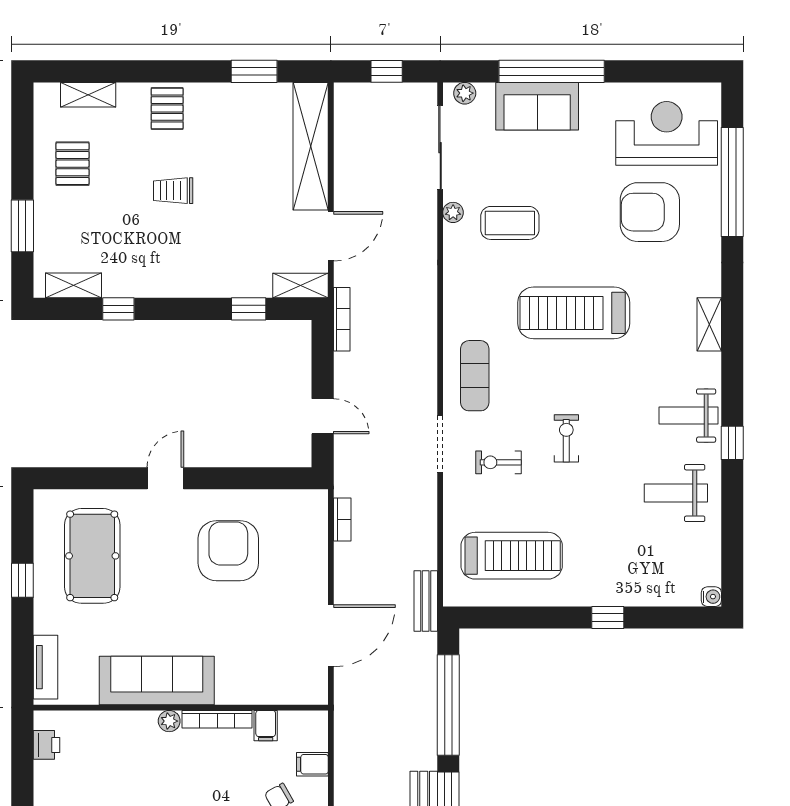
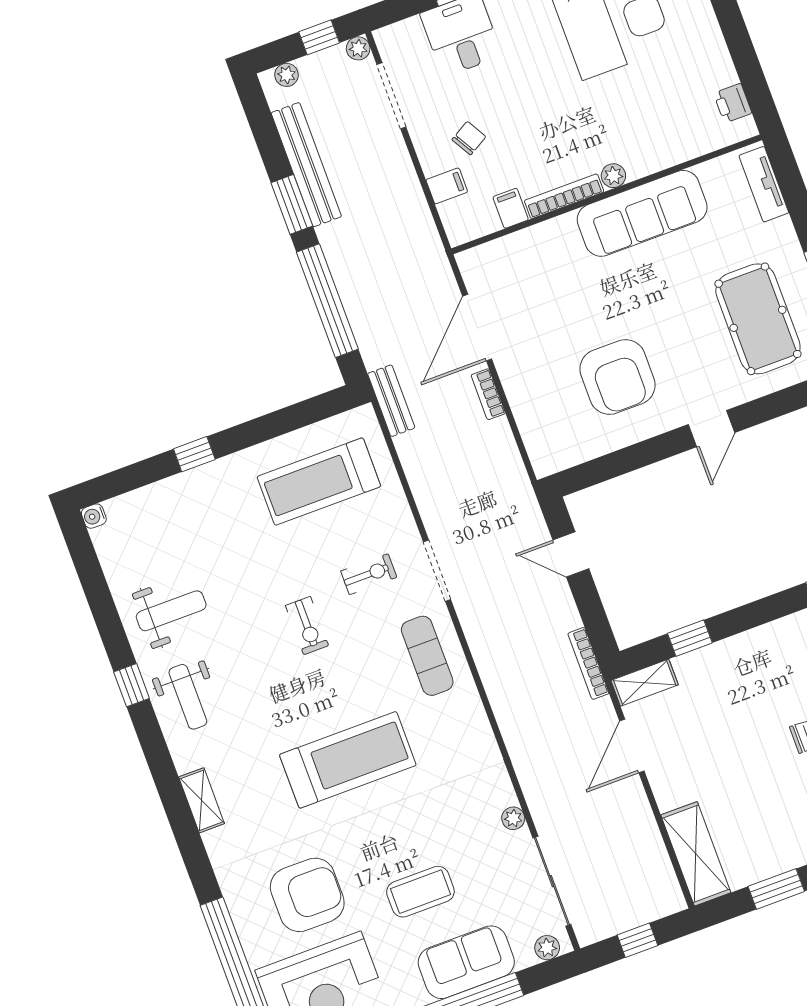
shelving: (311, 146) -> (696, 854), width x0.68
coffee table: (510, 223) -> (420, 892), moved
weight bench: (689, 416) -> (188, 697), turned 90
bookcase: (342, 519) -> (488, 394), moved

